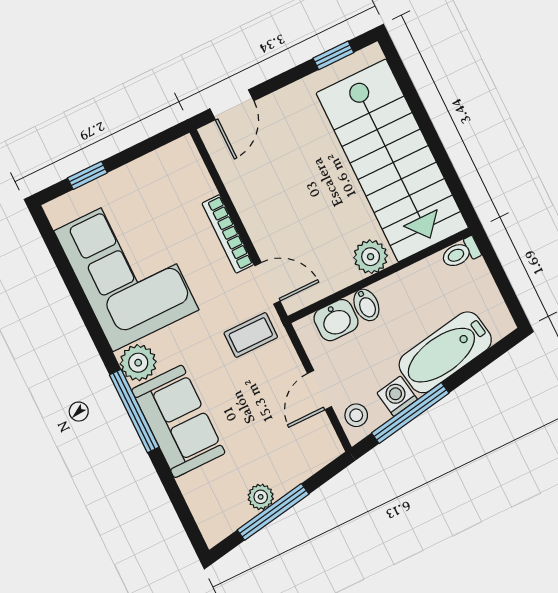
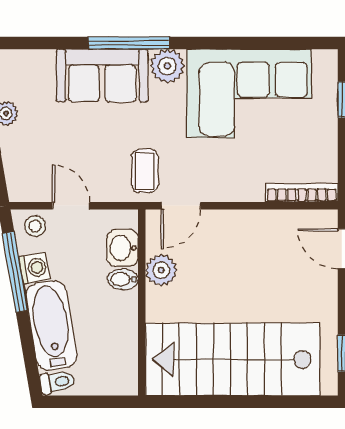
bookcase: (228, 234) -> (302, 193), moved
toilet: (461, 253) -> (57, 382), moved, turned 80
plant: (371, 257) -> (161, 270), moved

